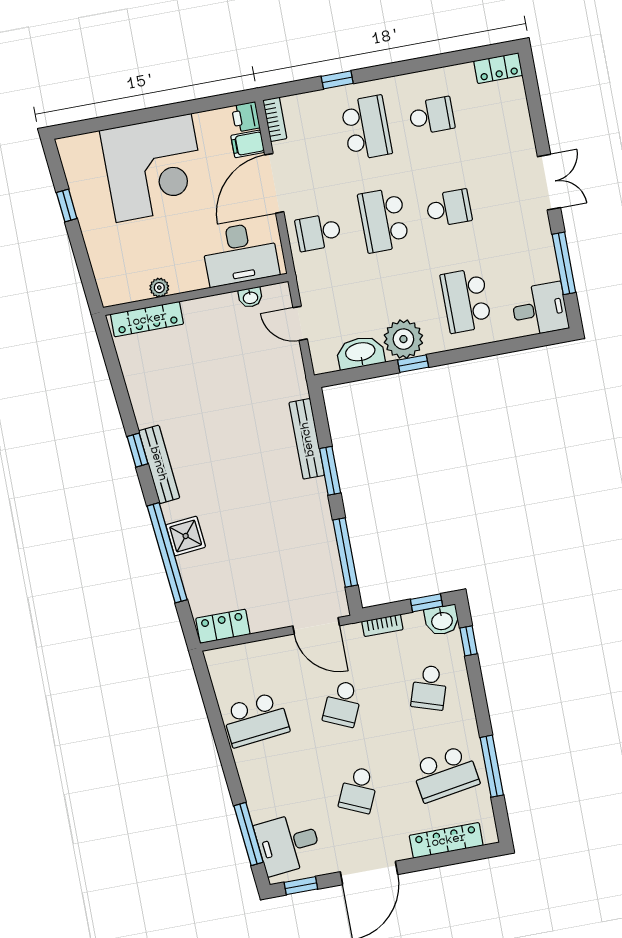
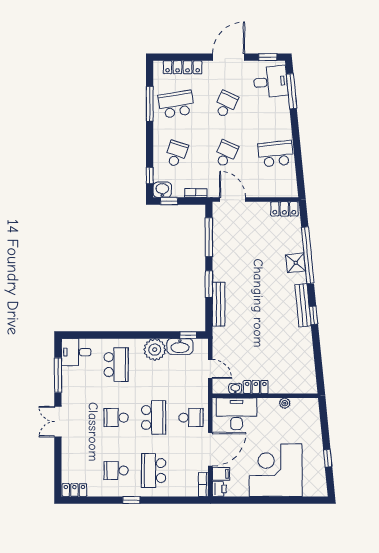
window: (337, 80) -> (131, 500), moved
locker: (147, 319) -> (256, 387), moved, width x0.66
window: (413, 364) -> (188, 335), moved

